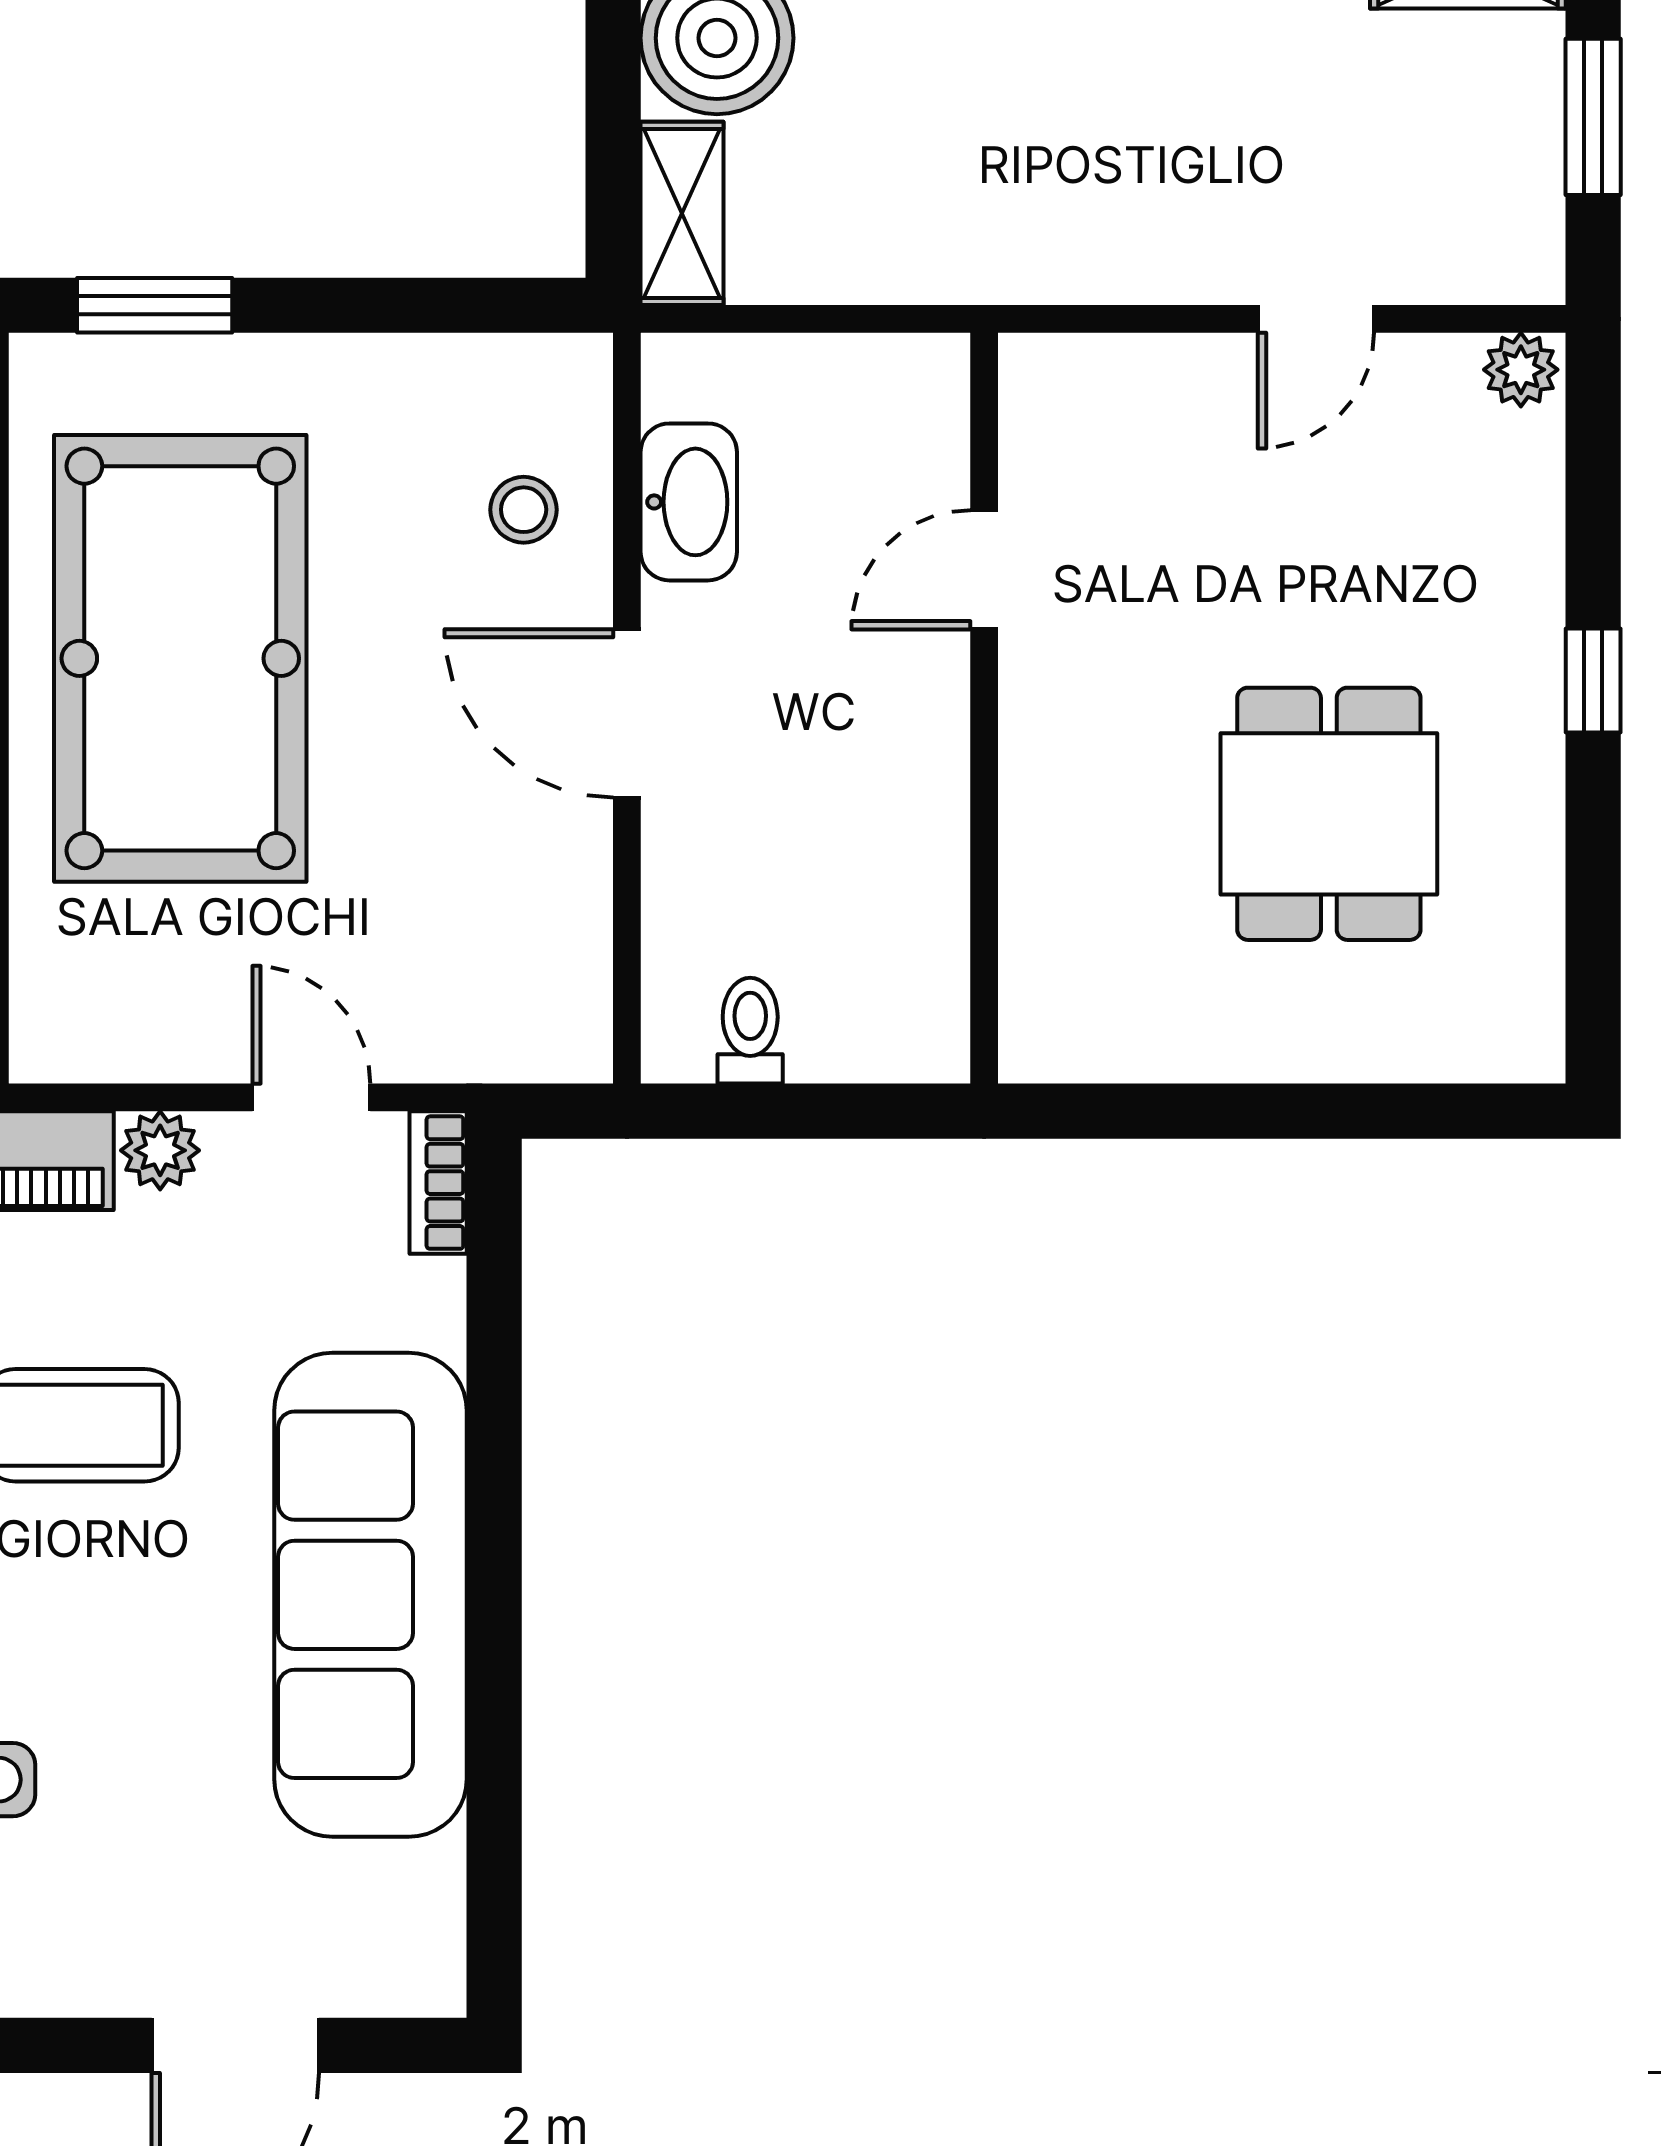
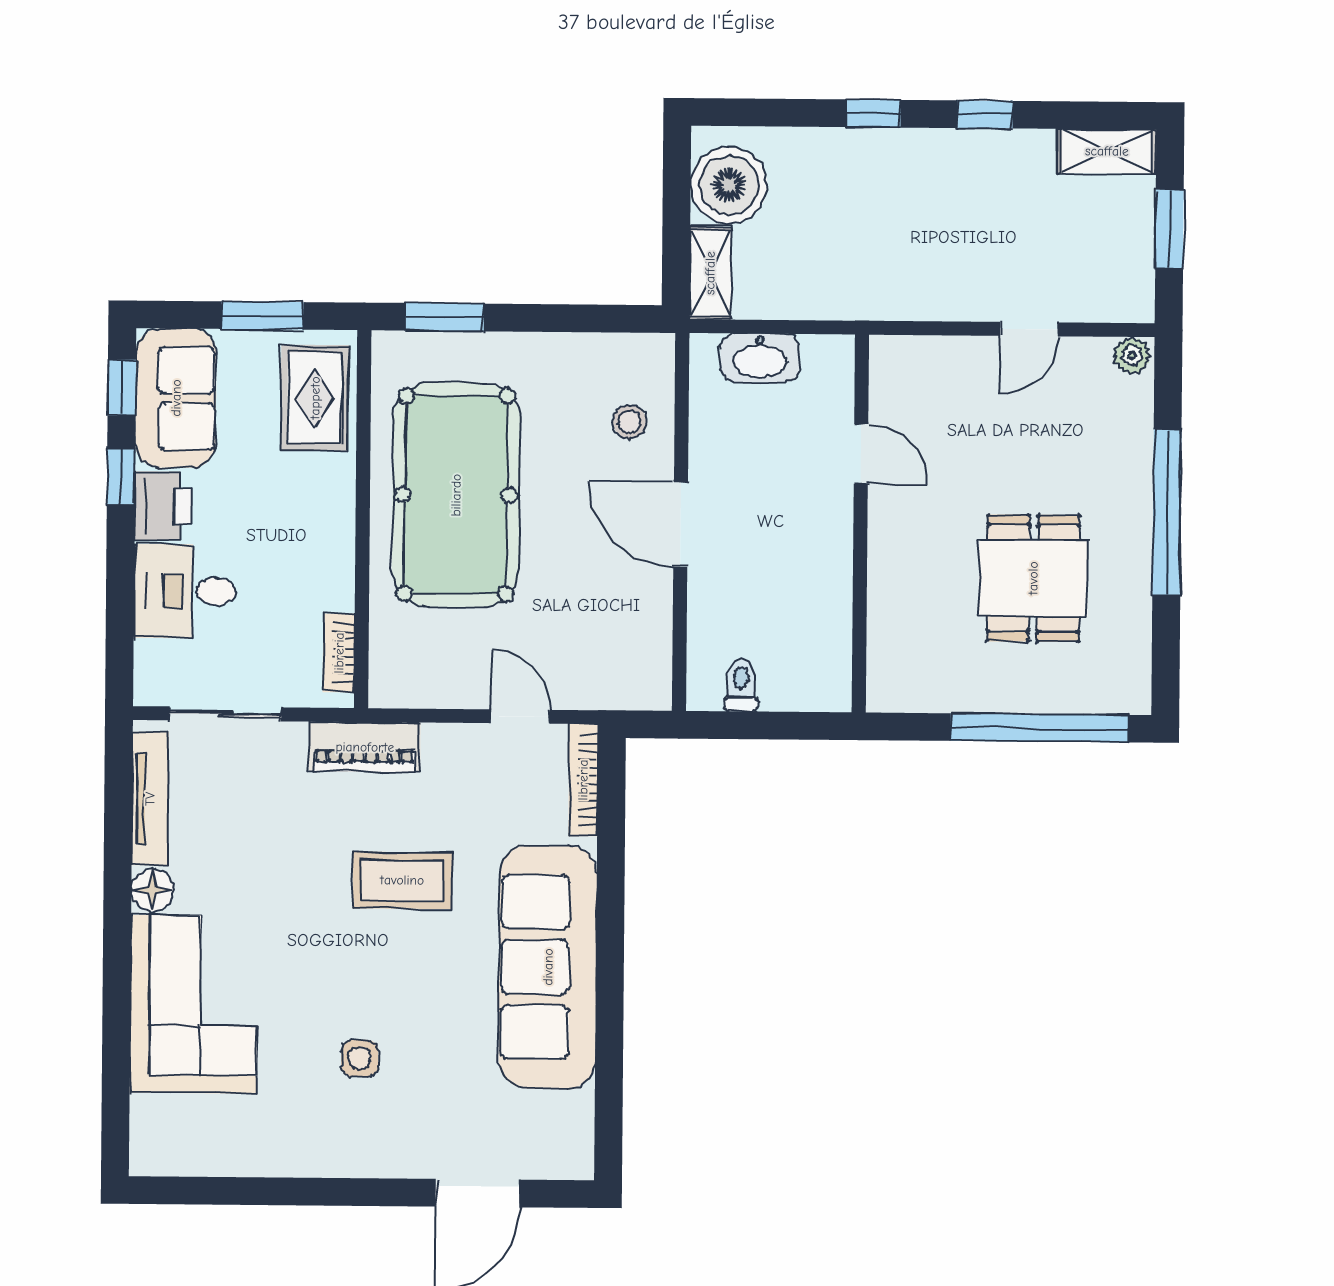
washbasin: (689, 502) -> (760, 358), moved, turned 90
door: (984, 570) -> (861, 454), swing flipped
window: (1593, 681) -> (1167, 512), width x3.17
window: (1343, 1111) -> (1039, 728), added
plant: (160, 1150) -> (444, 742), removed
bookcase: (438, 1183) -> (583, 780), width x1.56

